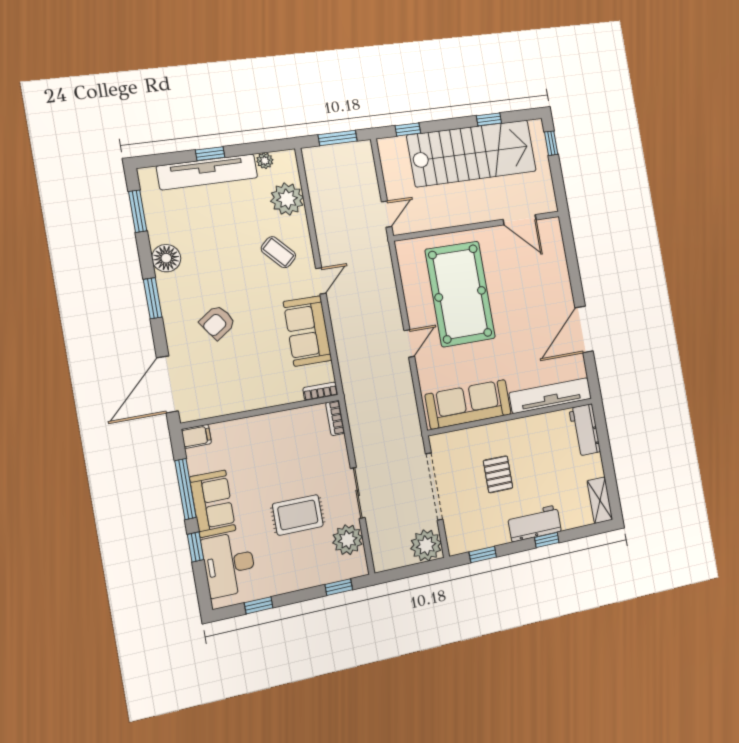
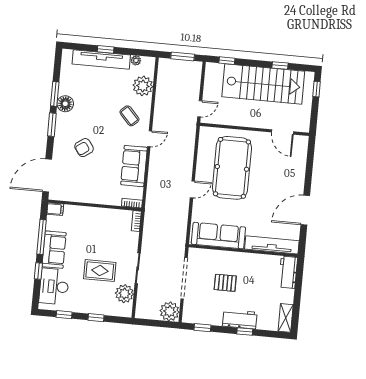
window: (138, 211) -> (55, 94), moved
pallet: (498, 474) -> (225, 283), turned 90
window: (339, 587) -> (96, 318), moved

